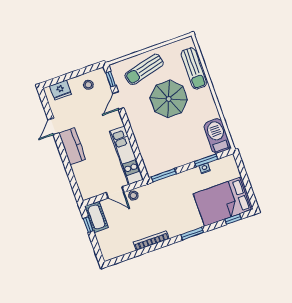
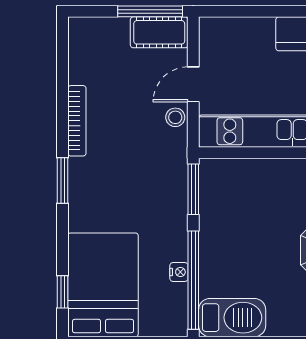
window: (206, 160) -> (193, 280), width x2.11
window: (88, 225) -> (150, 11), width x2.17
window: (192, 234) -> (63, 180), moved

